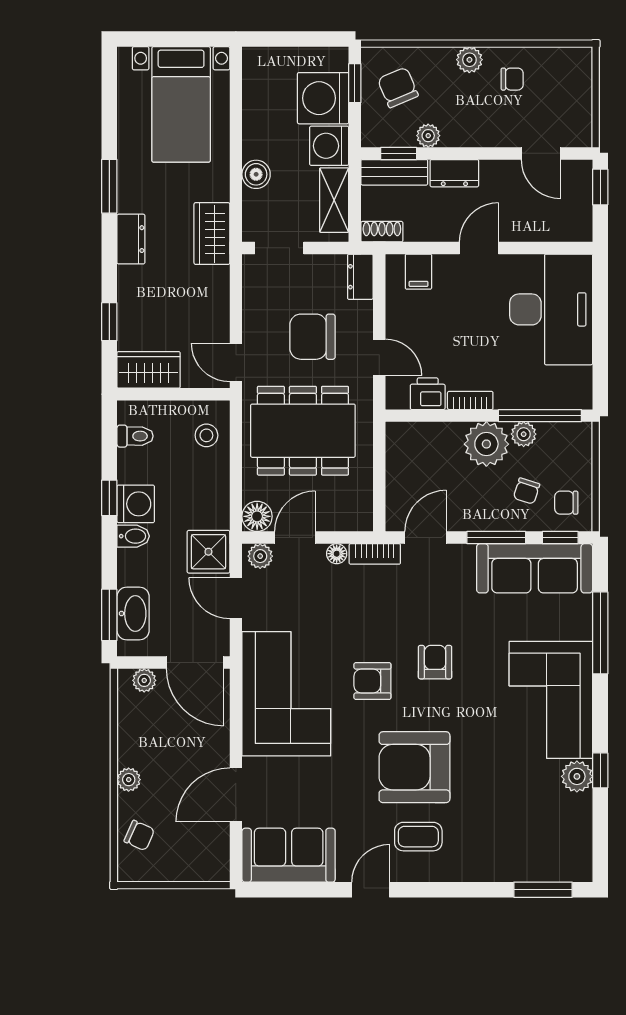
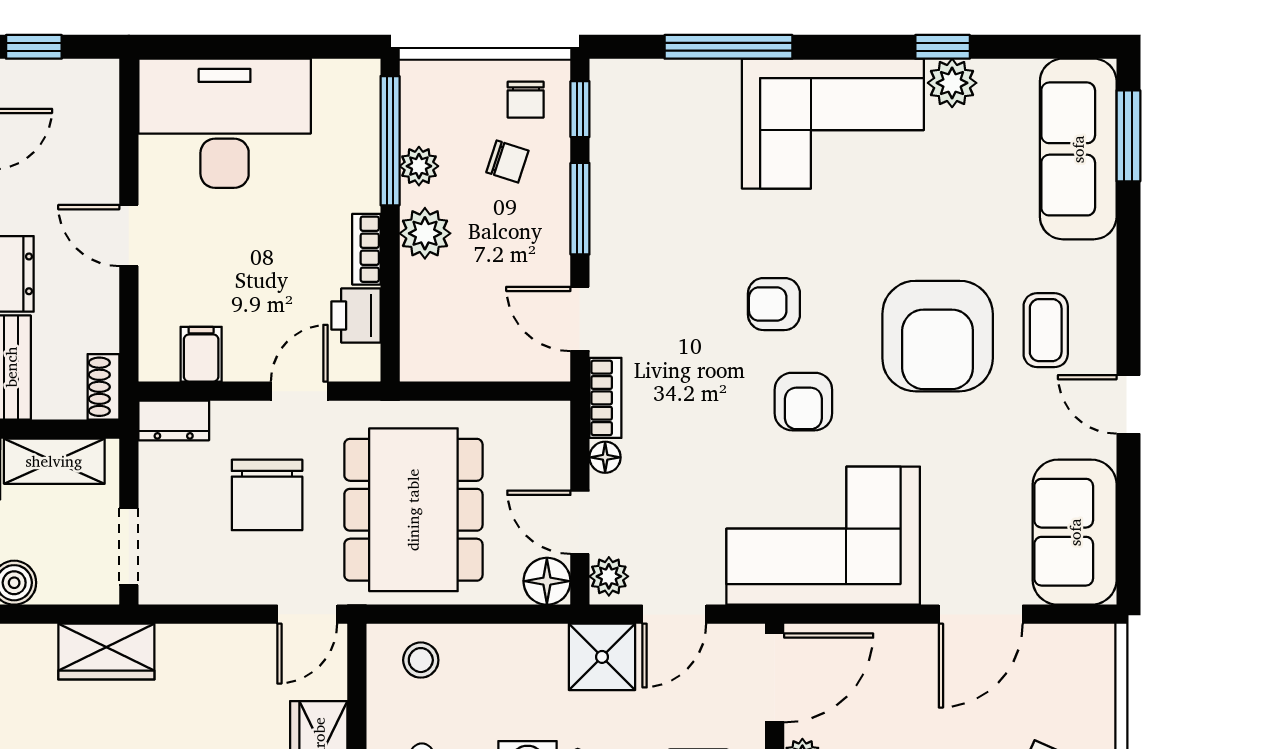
filing cabinet: (418, 272) -> (201, 354), moved, turned -90
plant: (486, 444) -> (425, 233), width x0.73, depth x0.73
sofa: (535, 568) -> (1078, 149), moved, turned 180
door: (236, 795) -> (981, 614), hinge flipped

